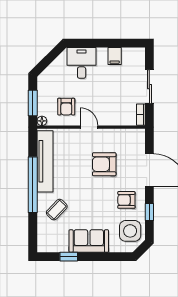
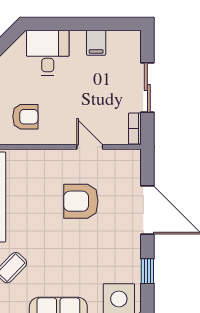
armchair: (66, 107) -> (25, 117), turned -90
door: (89, 127) -> (90, 147), moved
armchair: (126, 200) -> (113, 254), removed

